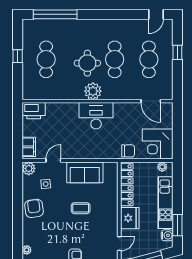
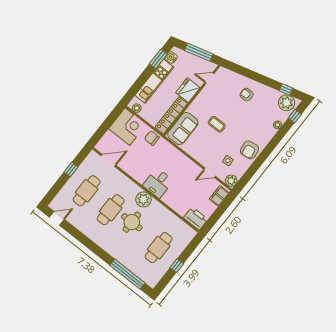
window: (177, 52) -> (71, 170), moved
door: (151, 101) -> (108, 160), hinge flipped
desk: (96, 116) -> (158, 183), width x0.73
sofa: (85, 172) -> (183, 129), moved, turned 90

